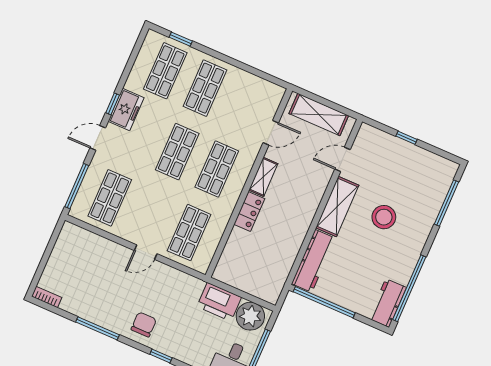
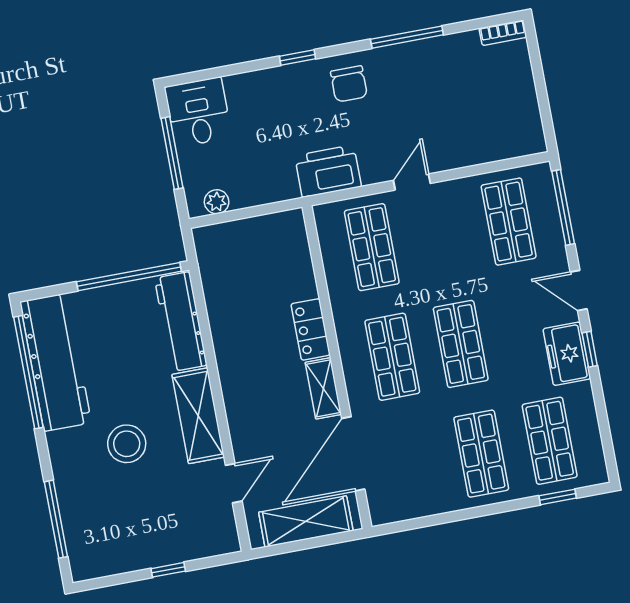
door: (271, 133) -> (353, 454), width x1.88
door: (98, 138) -> (579, 290), swing flipped
printer: (219, 302) -> (328, 171), moved
workbench: (388, 303) -> (56, 362), width x1.87, depth x1.32
plant: (250, 316) -> (217, 202), width x0.53, depth x0.53

